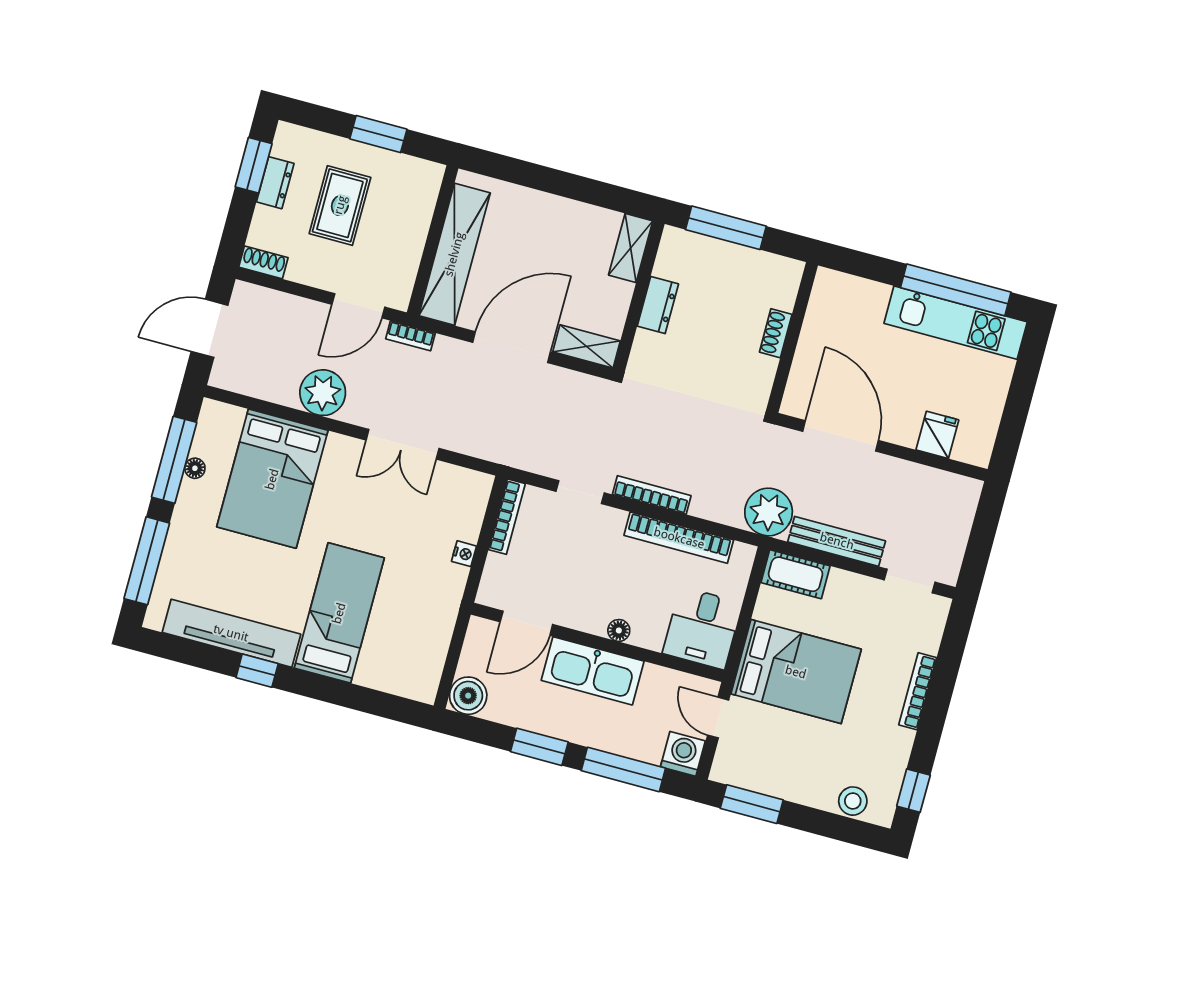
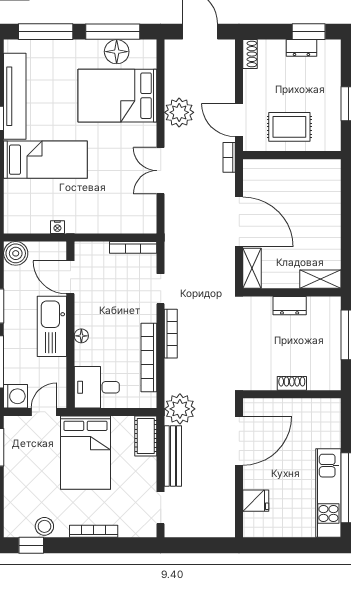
rug: (340, 205) -> (289, 127), moved
shelving: (454, 254) -> (287, 171), removed
floor lamp: (195, 468) -> (117, 52), width x1.89, depth x1.89
nightstand: (464, 554) -> (57, 227), moved
stool: (853, 801) -> (44, 526), moved

